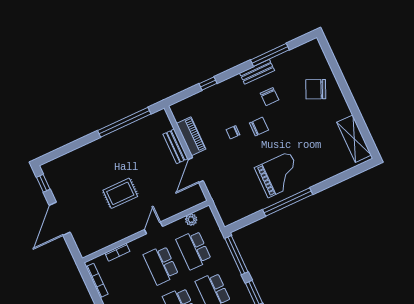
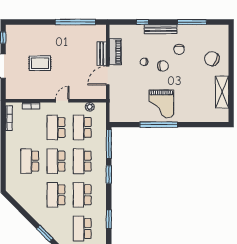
bench: (257, 72) -> (161, 29), moved, width x1.36
shelving: (354, 139) -> (222, 92), moved
grand piano: (279, 175) -> (161, 104), turned 90
rug: (120, 193) -> (40, 63), moved

